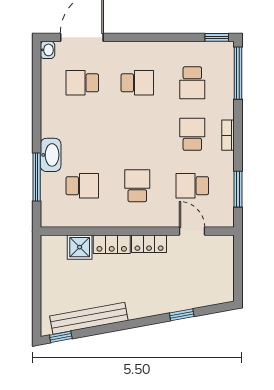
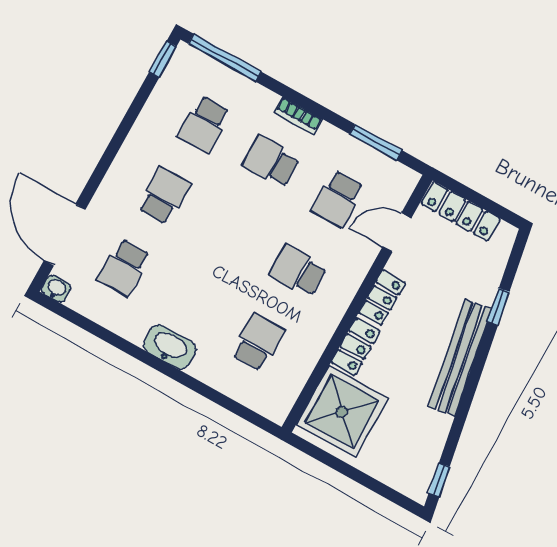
school desk: (192, 83) -> (204, 124), turned 90
washbasin: (51, 155) -> (170, 347), moved
window: (37, 177) -> (213, 395), removed
shower: (80, 247) -> (342, 412), width x1.86, depth x1.86
locker: (225, 262) -> (461, 211), added
bench: (89, 318) -> (460, 358), moved

